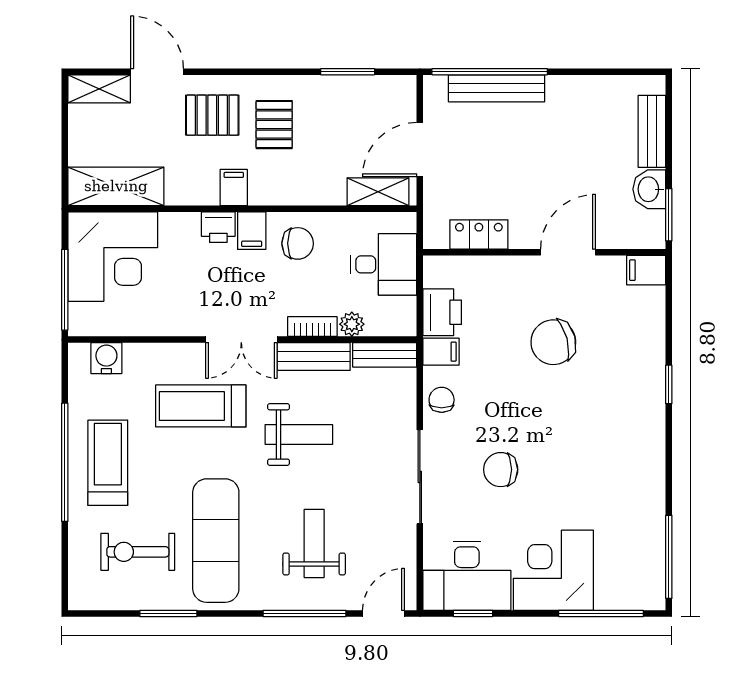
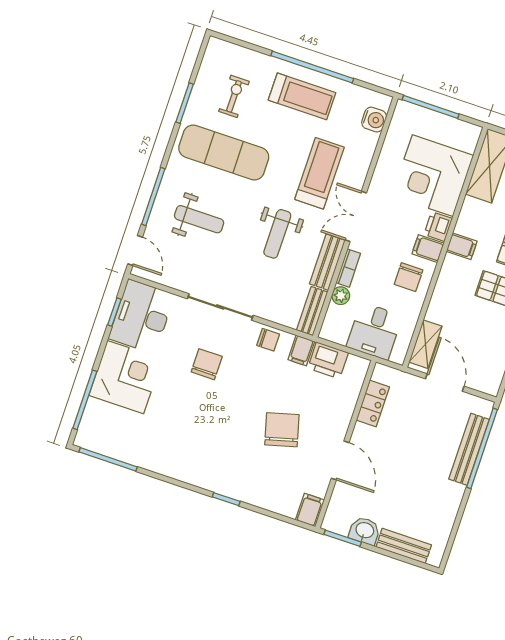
corner desk: (113, 257) -> (433, 176), moved
exercise bike: (138, 552) -> (234, 96), width x0.73, depth x0.72

